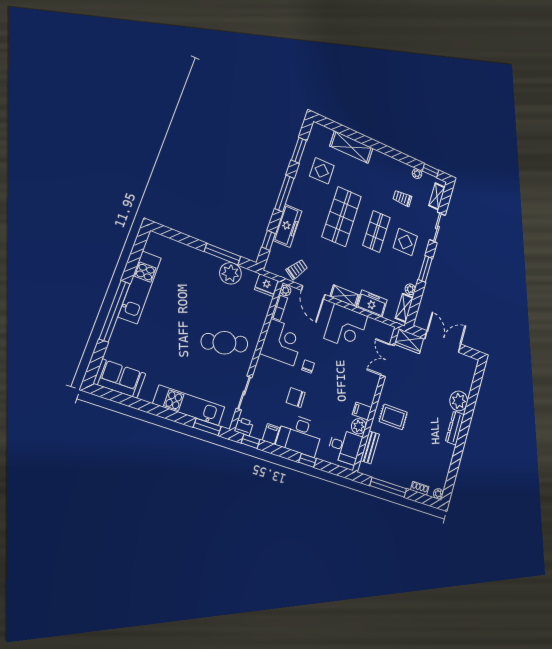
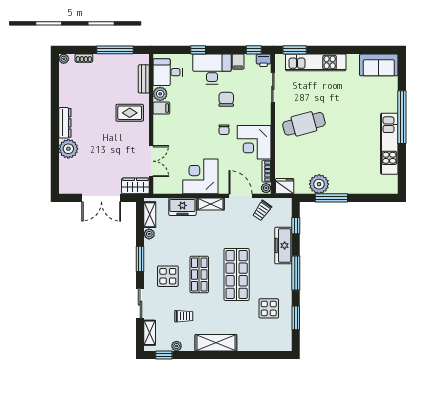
shelving: (351, 147) -> (216, 343), moved
chair: (296, 398) -> (226, 99), turned -90

